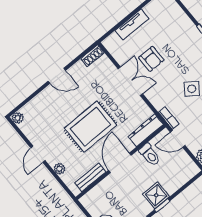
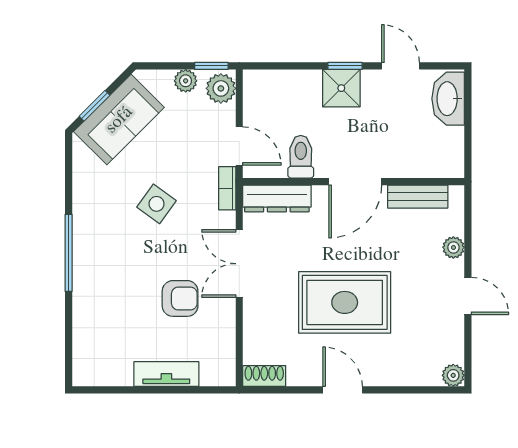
armchair: (151, 59) -> (180, 298), turned 90
double door: (130, 81) -> (239, 264), moved
rug: (90, 127) -> (345, 302), moved
door: (38, 154) -> (468, 296), hinge flipped

